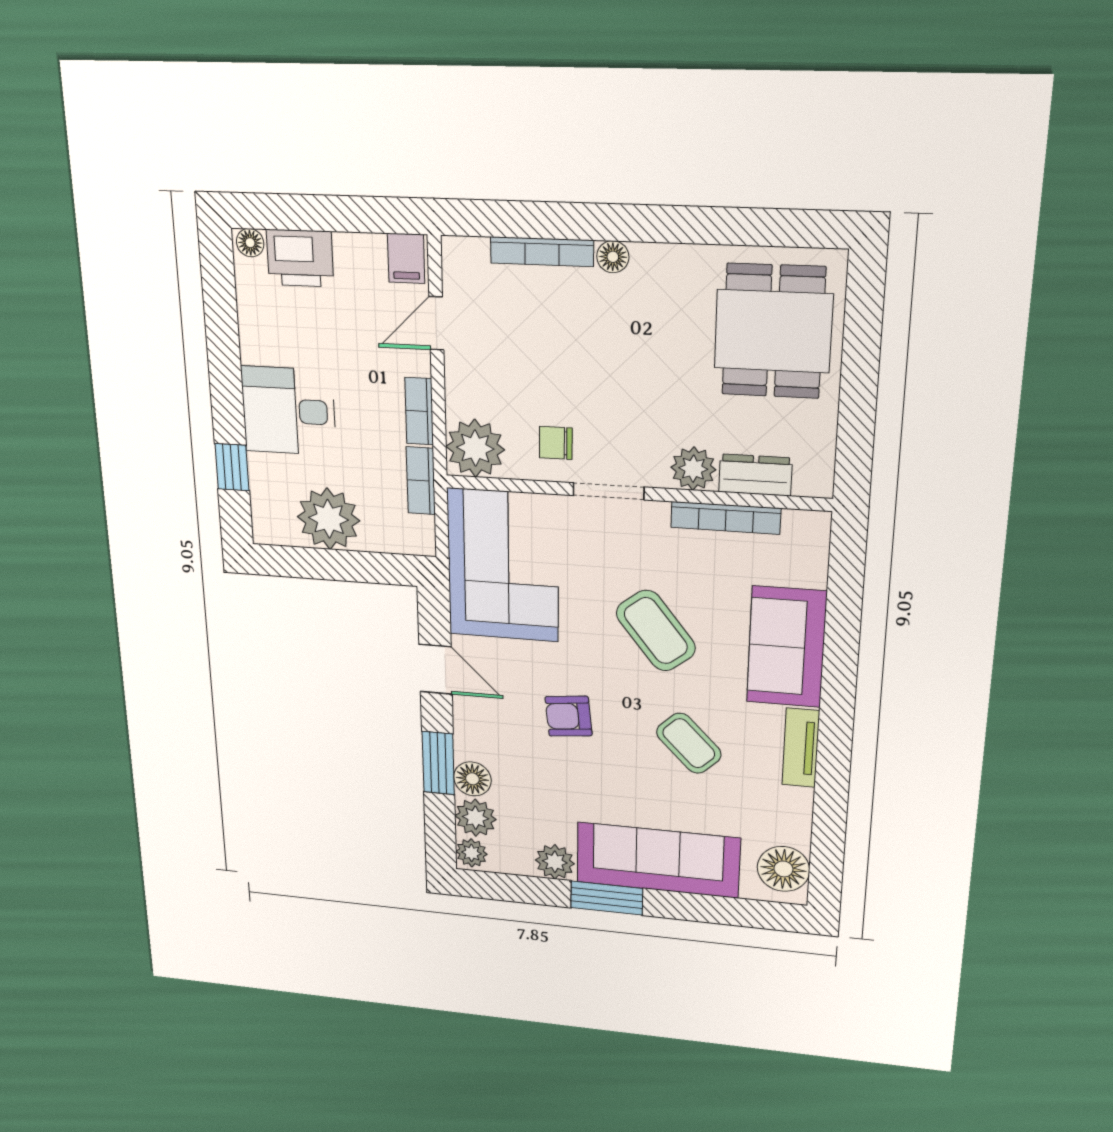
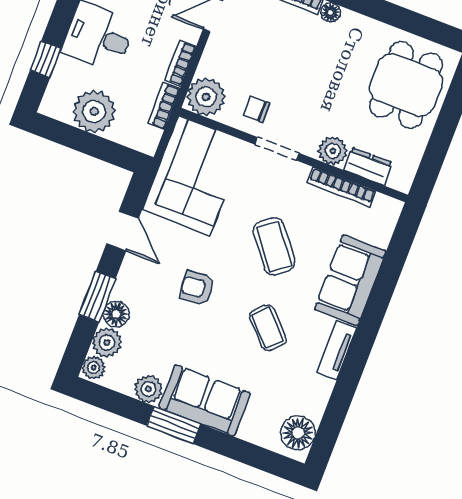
sofa: (658, 860) -> (205, 400), width x0.73

